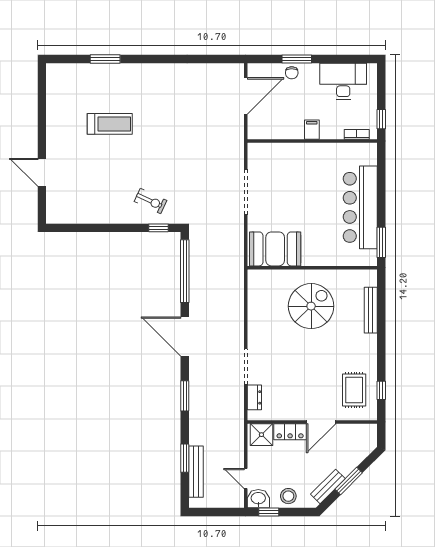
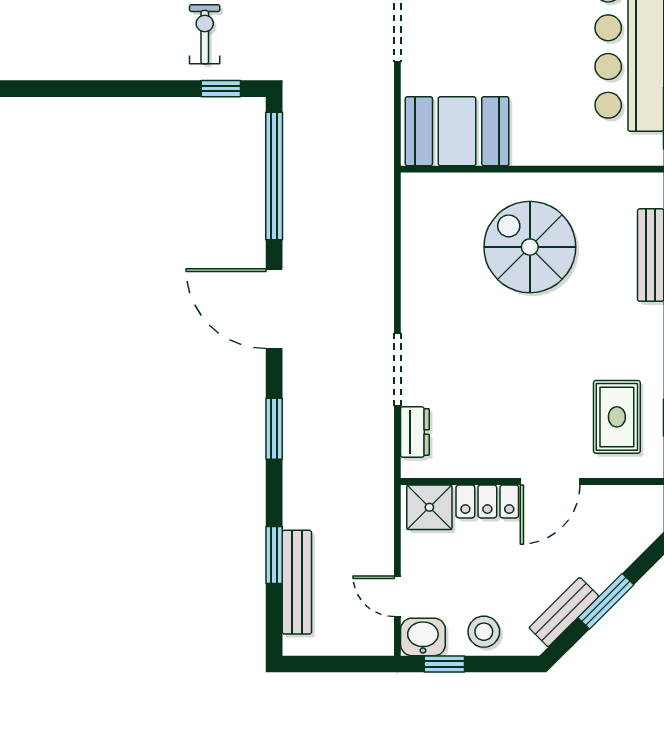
exercise bike: (150, 201) -> (205, 34), turned -115
spiral stairs: (311, 306) -> (530, 247), turned -90

